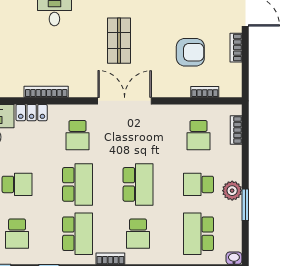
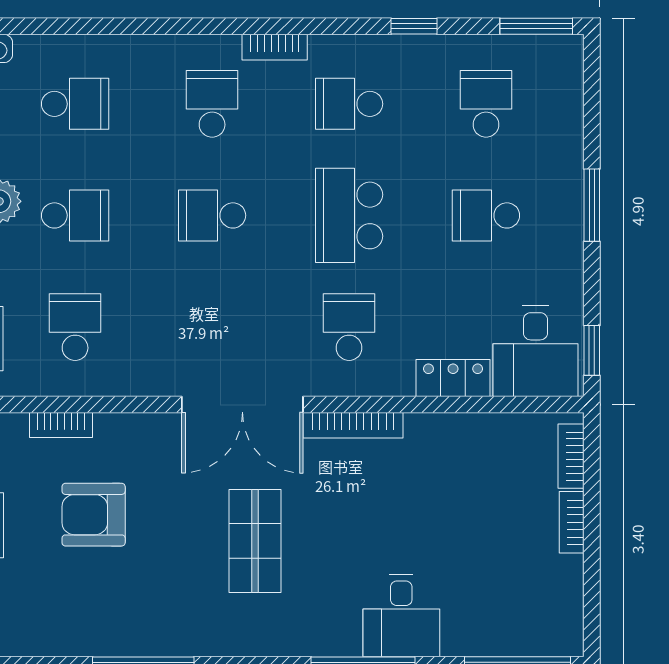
bookcase: (46, 92) -> (353, 425), moved
school desk: (138, 184) -> (212, 215), width x0.54
school desk: (78, 234) -> (349, 104), width x0.54
school desk: (199, 234) -> (75, 104), width x0.54

